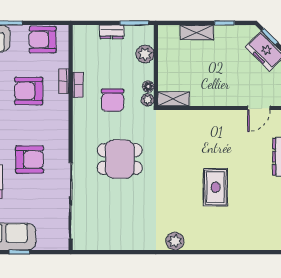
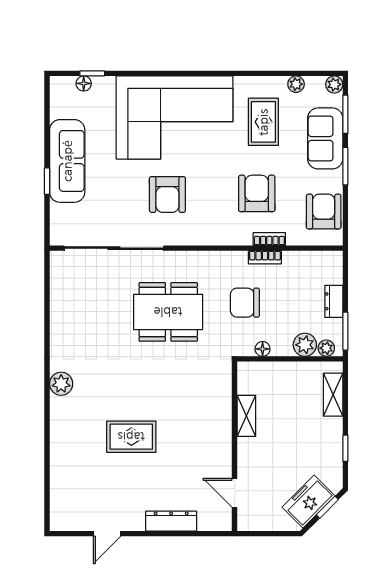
shelving: (197, 32) -> (333, 395), moved
shelving: (174, 99) -> (246, 416), moved
plant: (148, 100) -> (326, 348), moved
dining table: (120, 159) -> (168, 312), width x1.38

